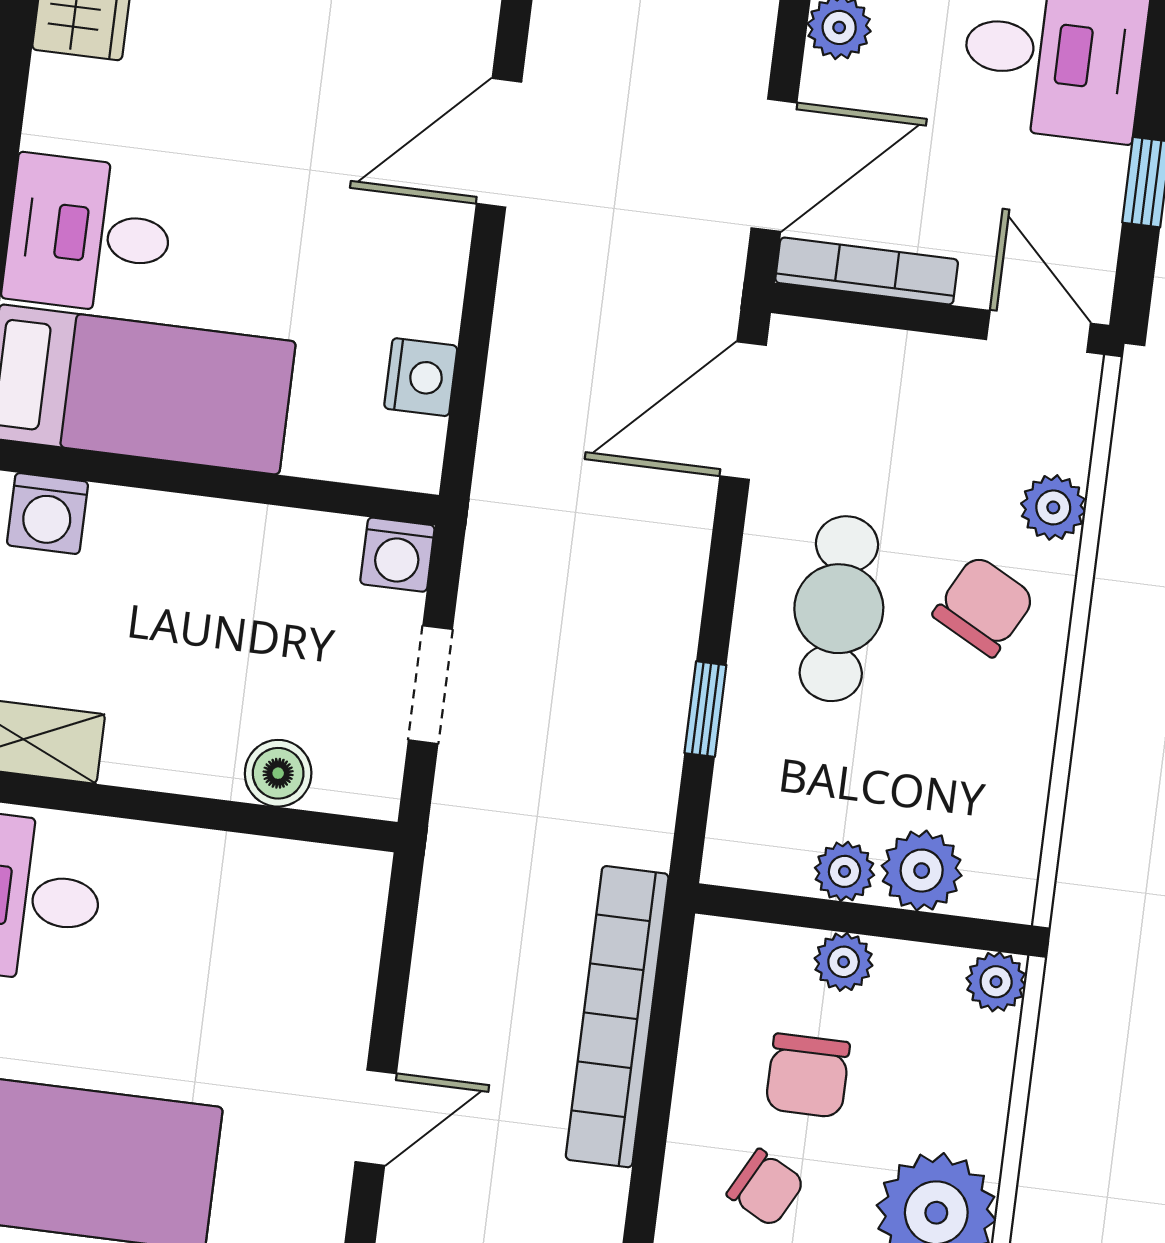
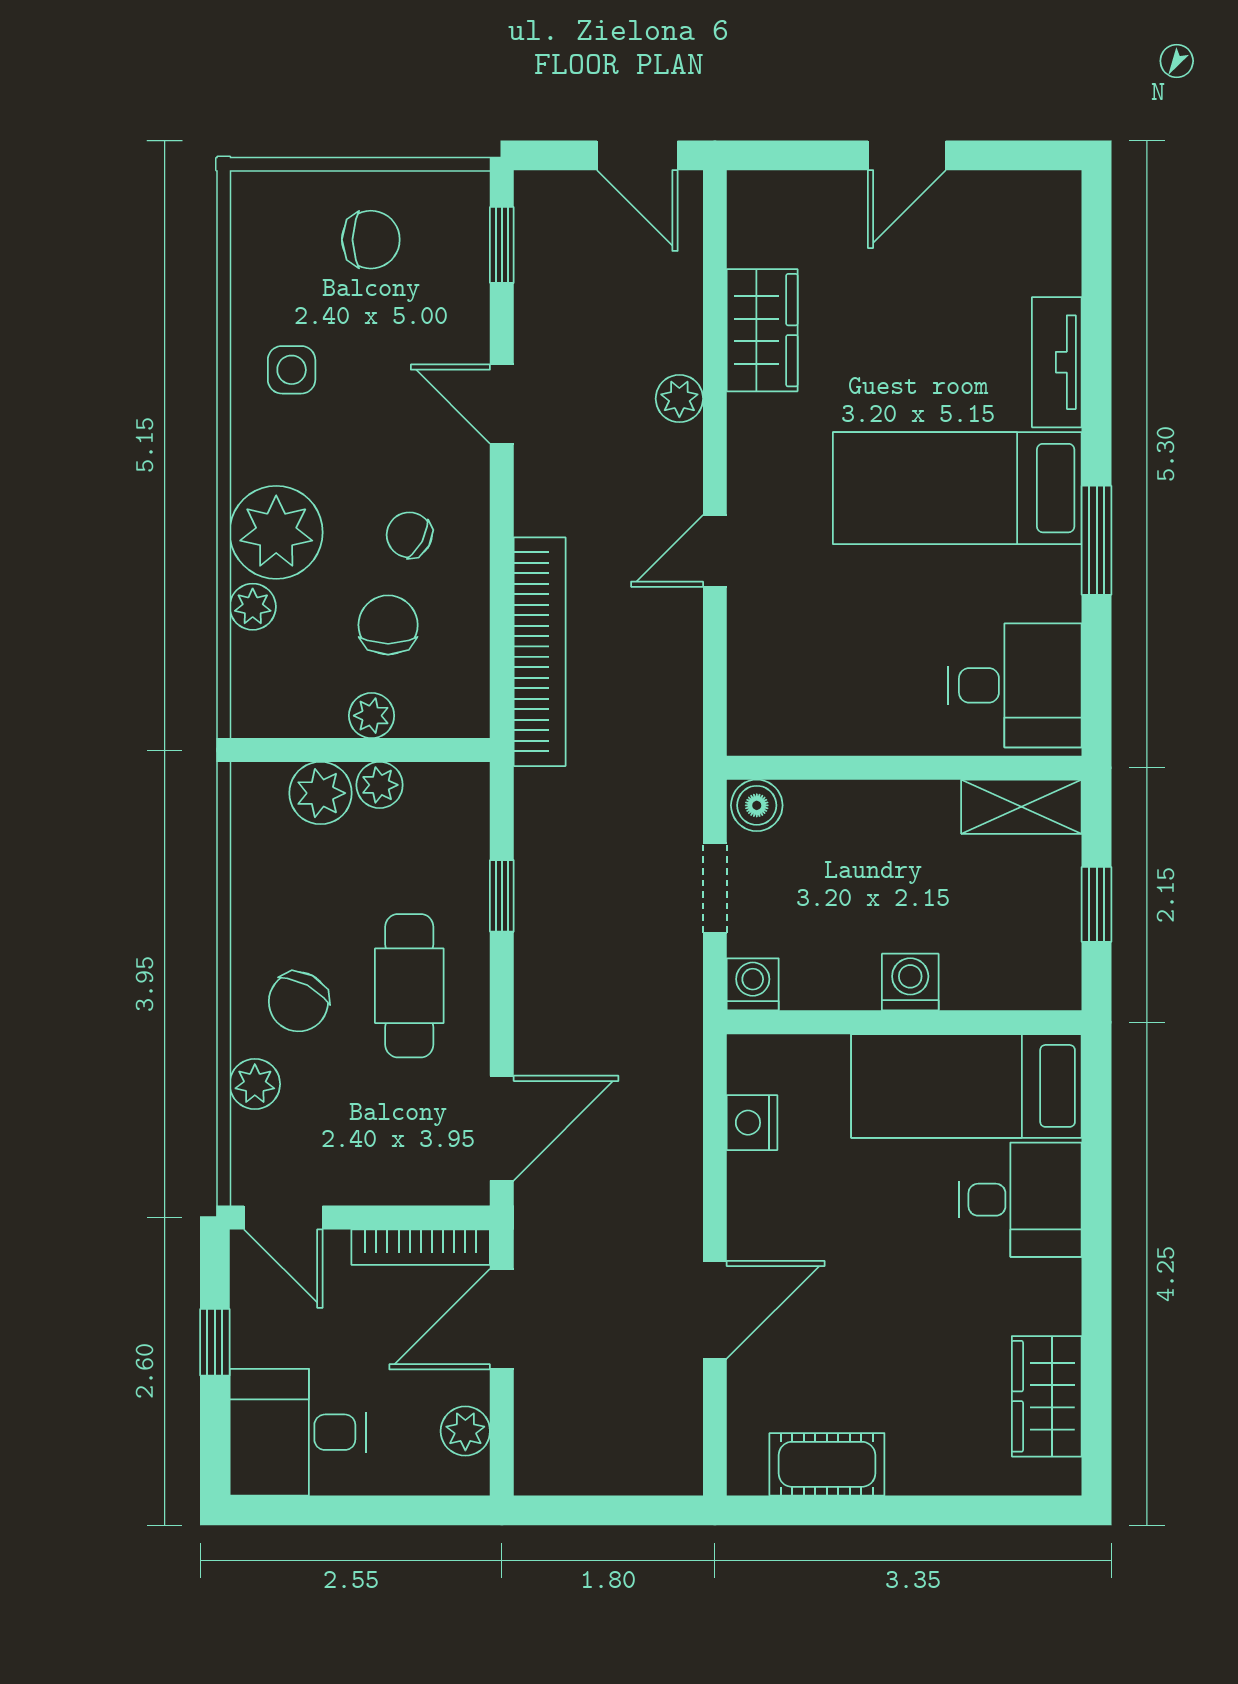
washing machine: (47, 513) -> (910, 982), moved
boiler: (278, 773) -> (757, 805), moved
plant: (996, 982) -> (253, 607), moved

